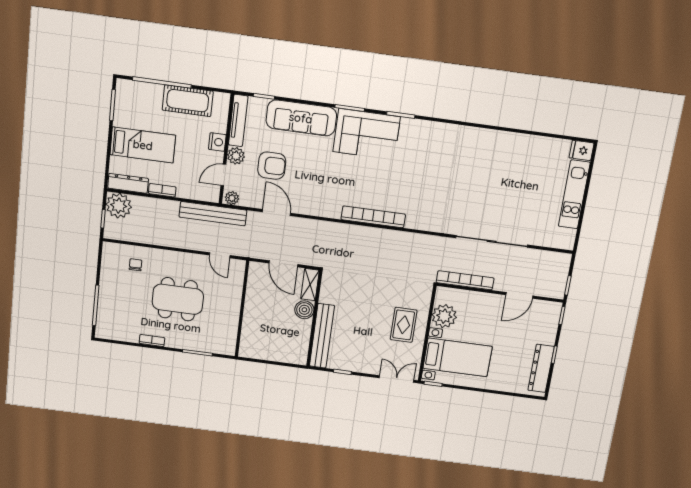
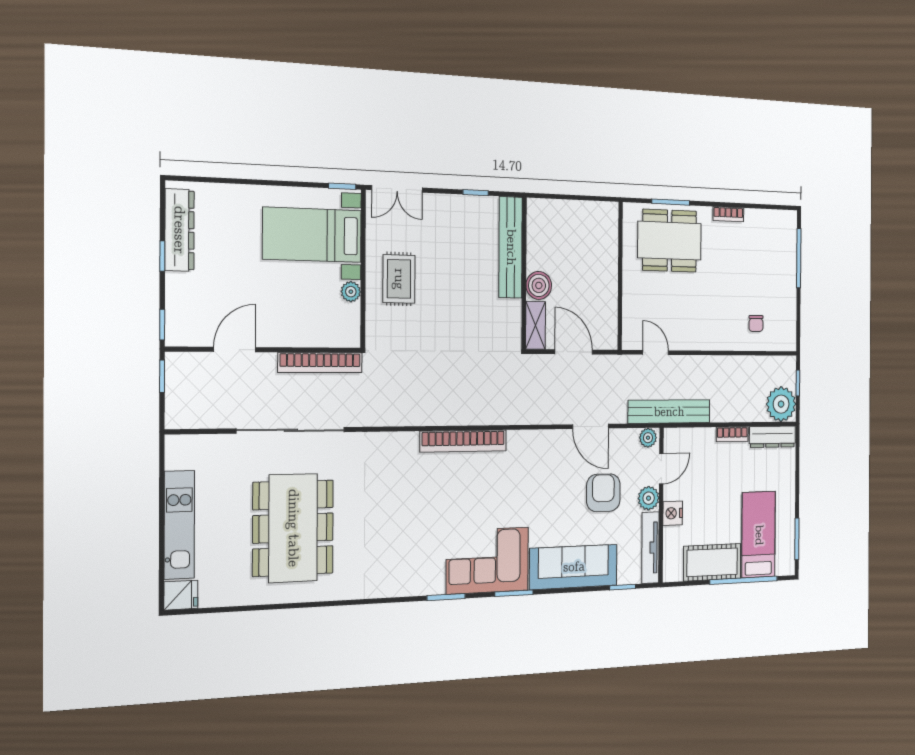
bed: (143, 145) -> (759, 535), moved, turned 90
armchair: (272, 166) -> (603, 493), turned 90
dining table: (501, 180) -> (293, 528), added
dining table: (178, 299) -> (670, 241), moved
plant: (444, 316) -> (351, 292), width x0.53, depth x0.53

